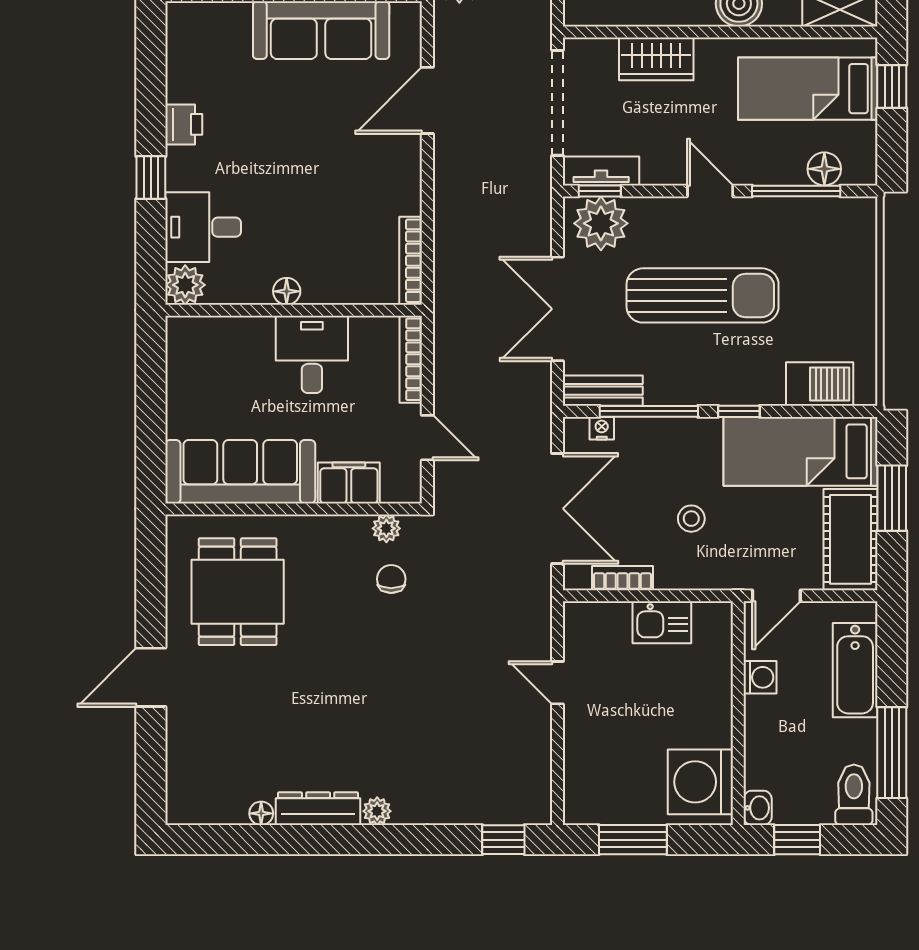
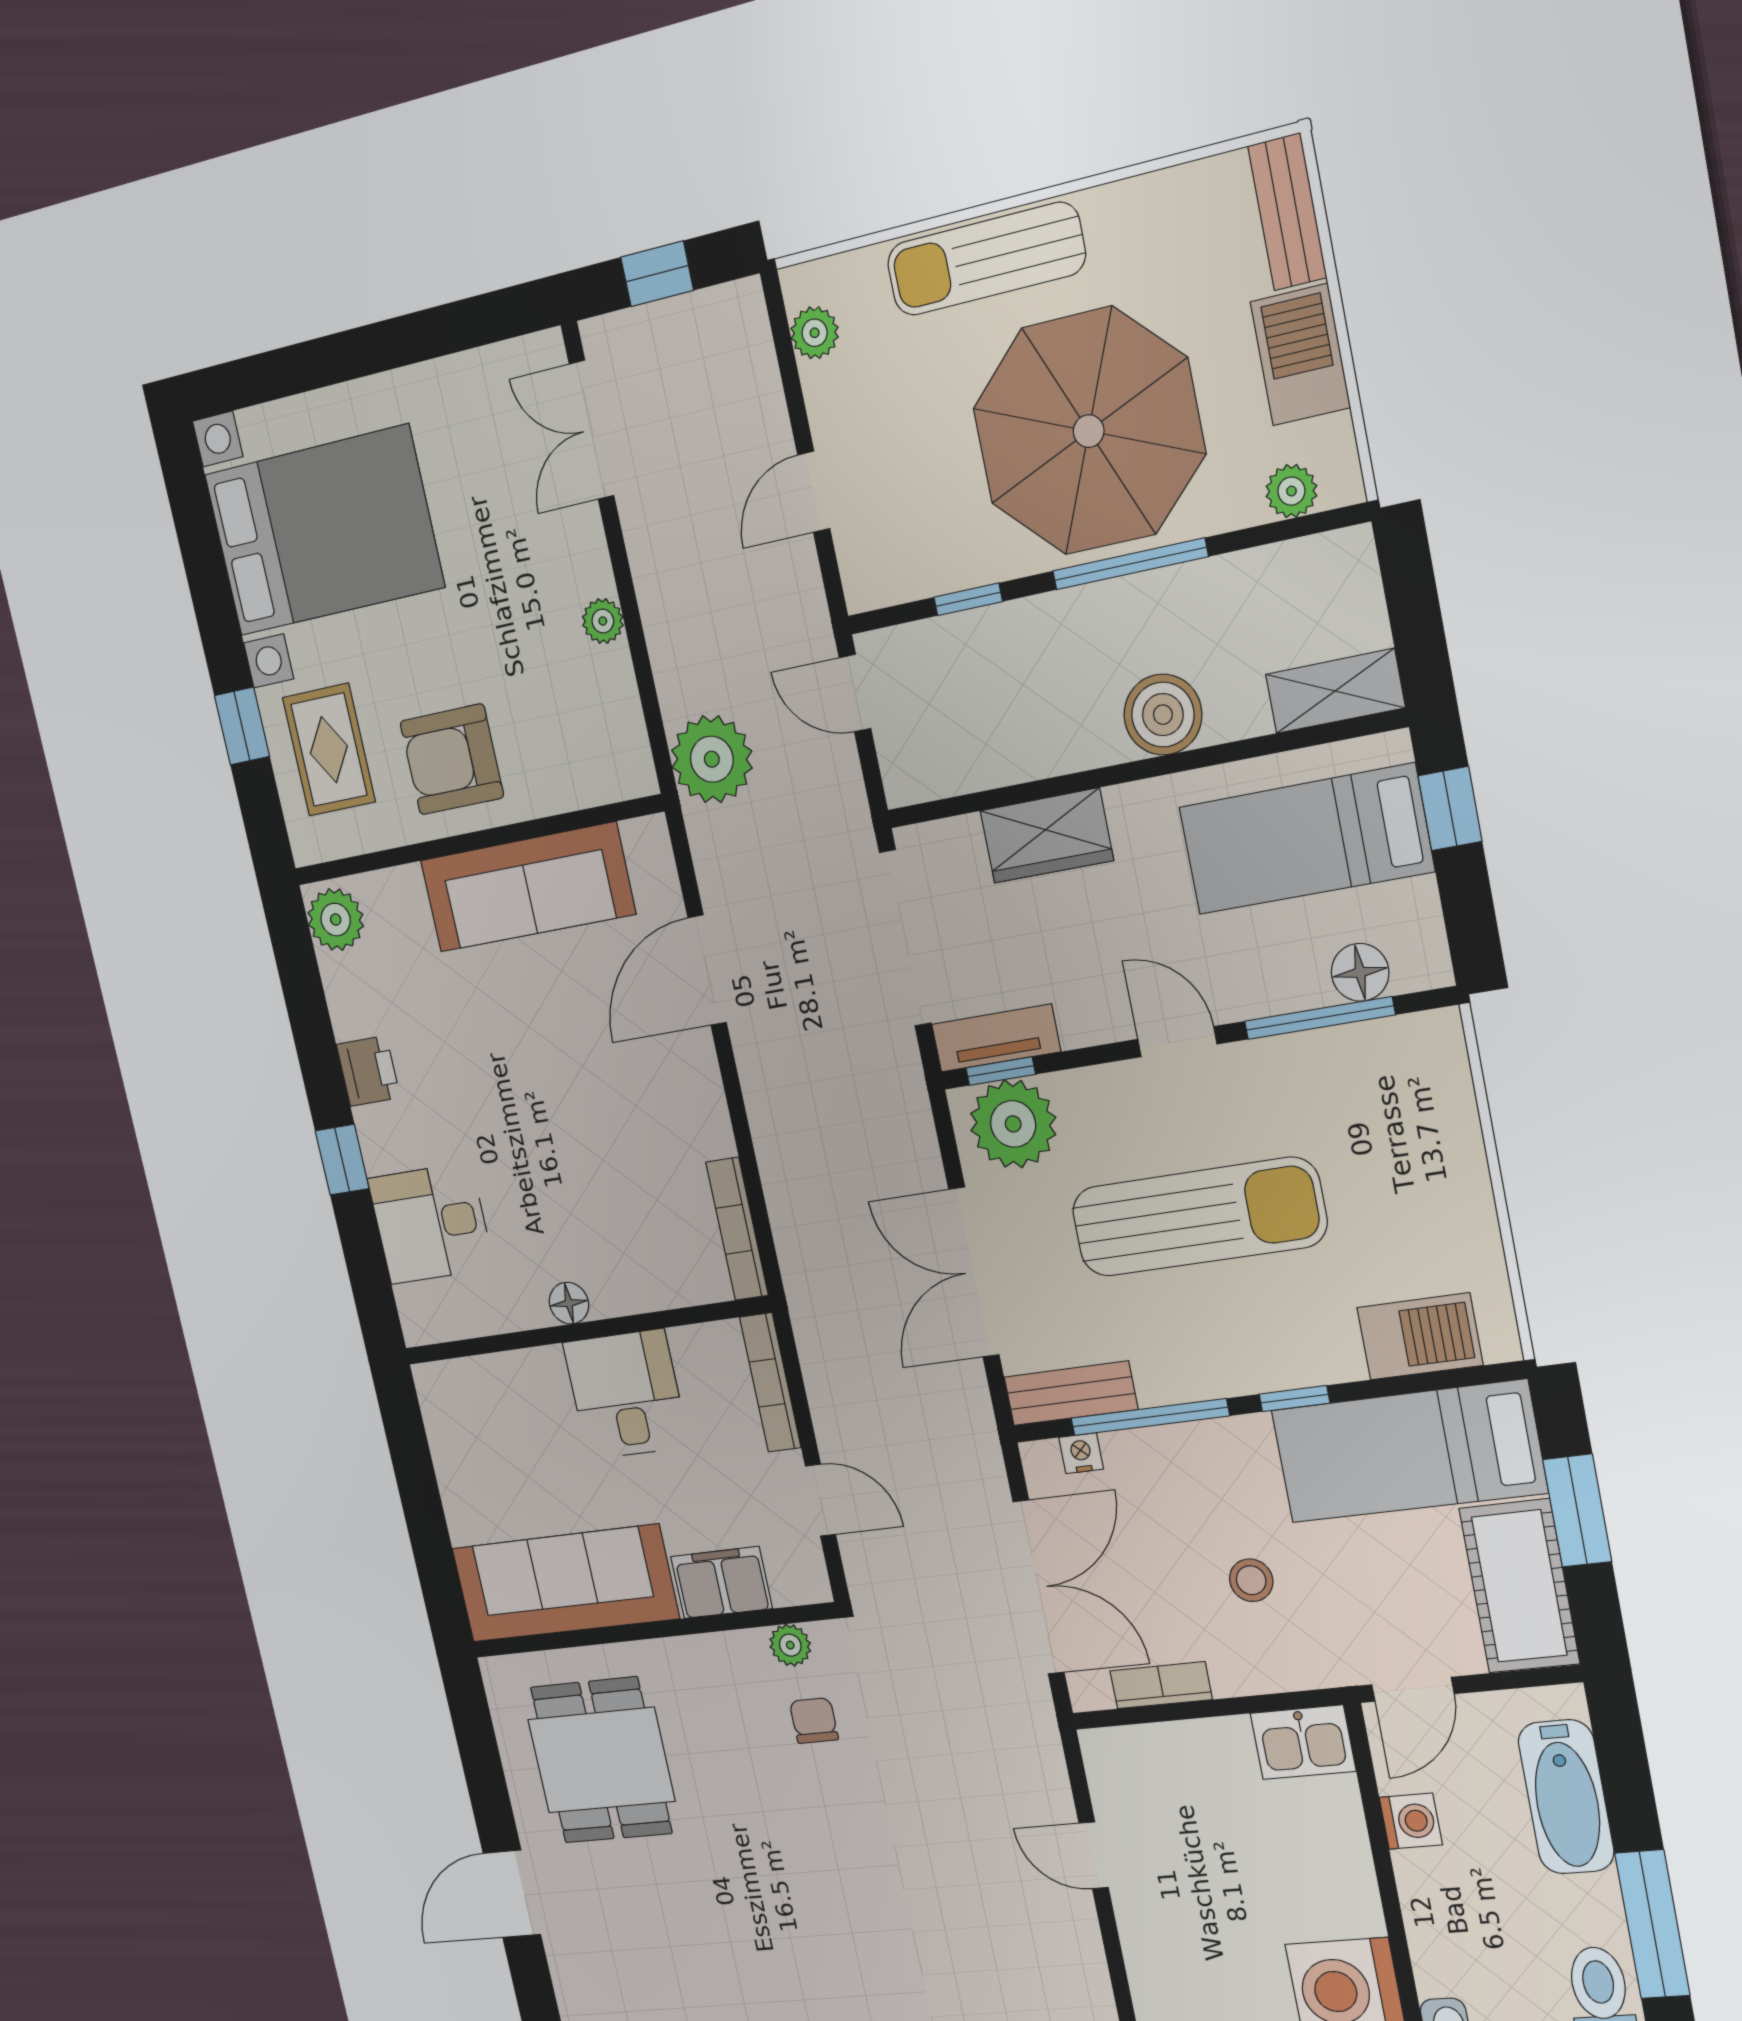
plant: (185, 285) -> (336, 920), moved
kitchen sink: (662, 622) -> (1303, 1742), moved

